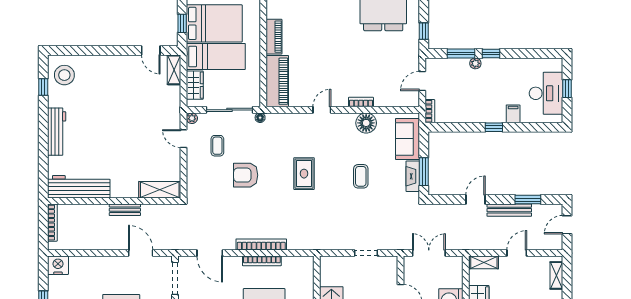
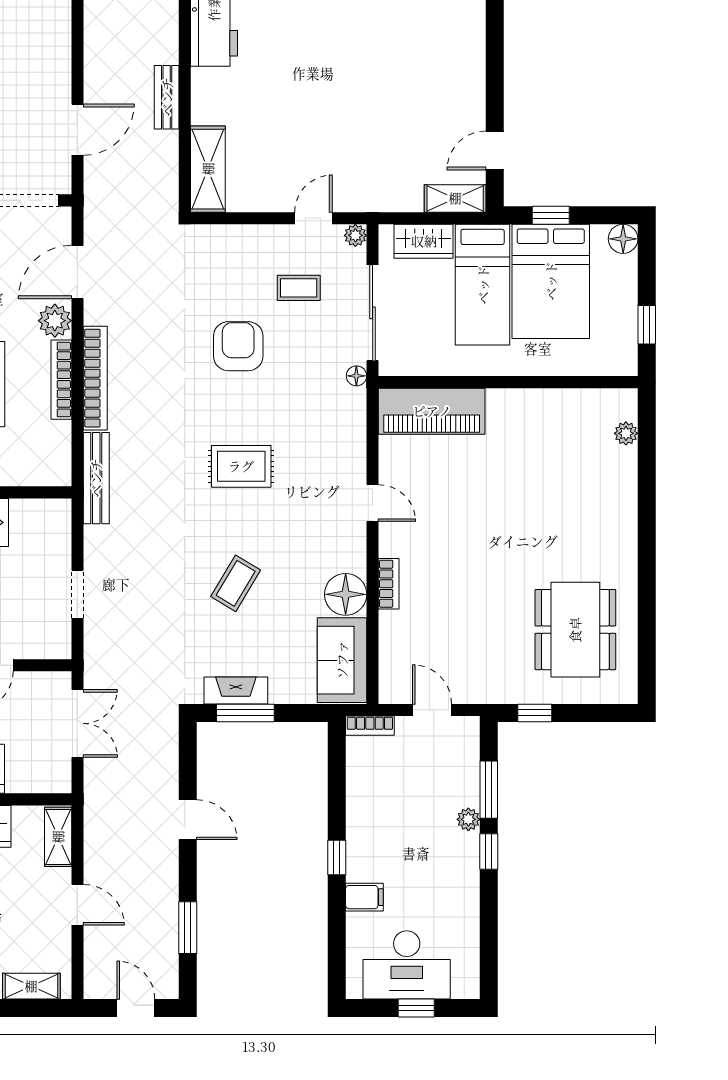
piano: (274, 37) -> (523, 404), removed
sofa: (407, 139) -> (342, 660), moved, turned -90
coffee table: (361, 176) -> (236, 583), turned -59
bench: (509, 210) -> (96, 478), moved
plant: (233, 264) -> (55, 321), added

